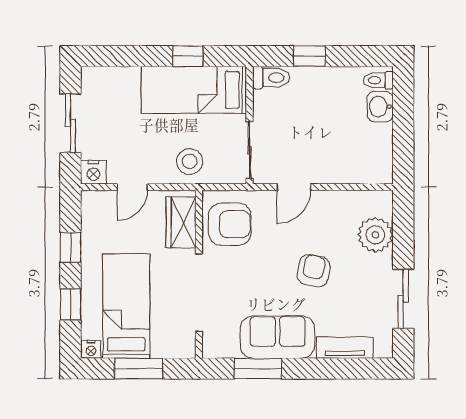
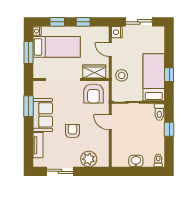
washbasin: (380, 107) -> (136, 161), moved
armchair: (314, 271) -> (73, 131), turned -101

